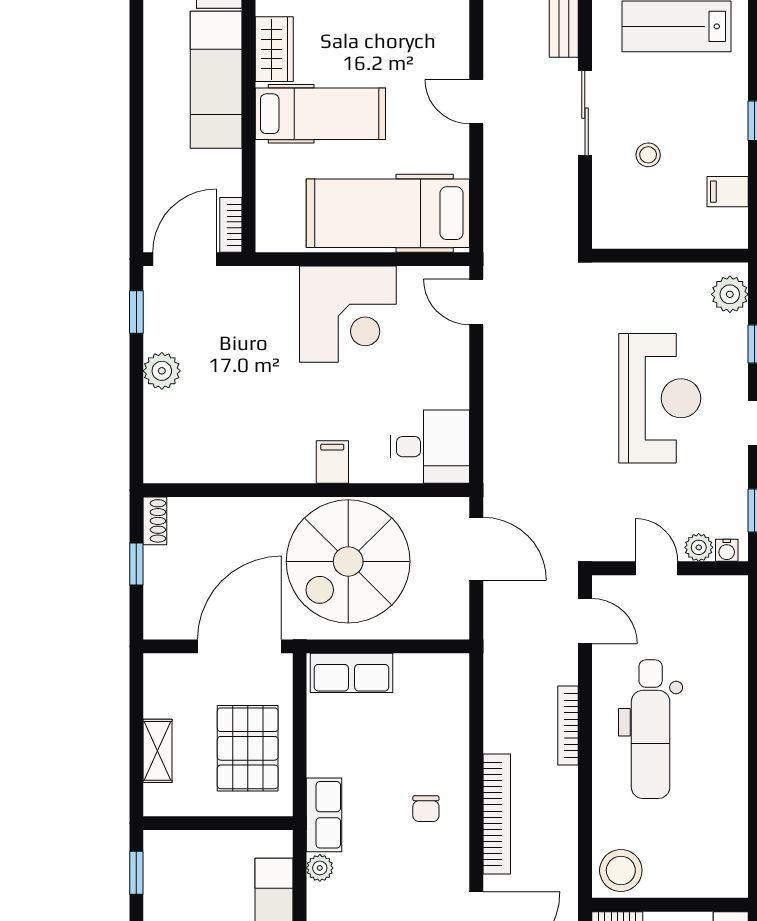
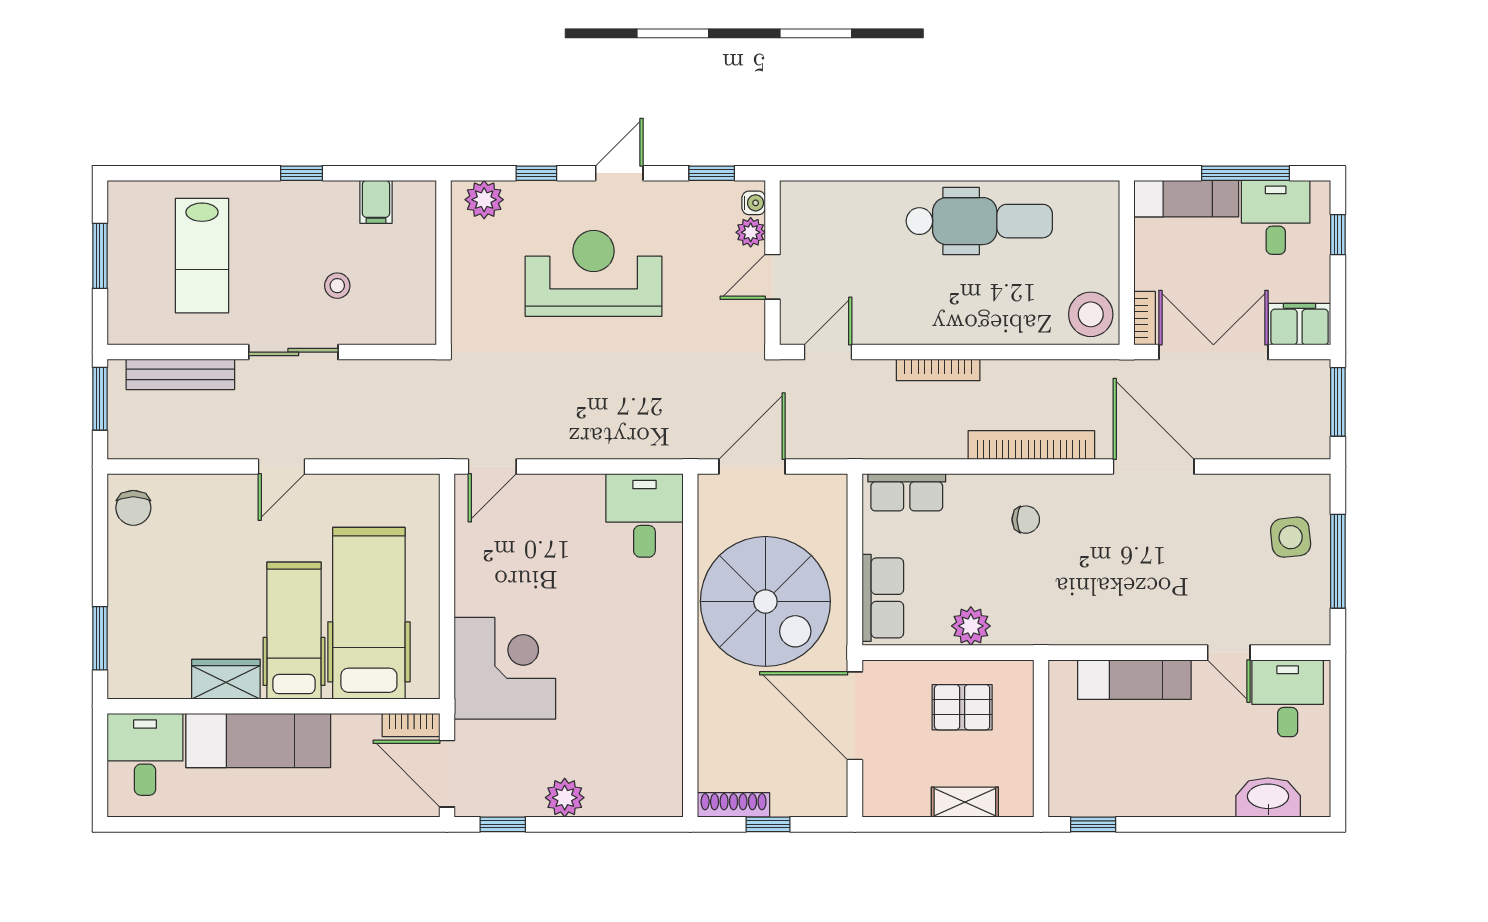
hospital bed: (388, 213) -> (369, 613), moved, turned 180
corner desk: (348, 314) -> (505, 668), moved
filing cabinet: (332, 462) -> (661, 618), removed
shoe rack: (155, 521) -> (734, 805), width x1.43
dental chair: (651, 729) -> (979, 221), moved
pallet: (248, 748) -> (962, 707), width x0.67, depth x0.71
row of seats: (324, 815) -> (907, 492), moved, turned 180
plant: (320, 868) -> (971, 626), moved, width x1.38, depth x1.38

